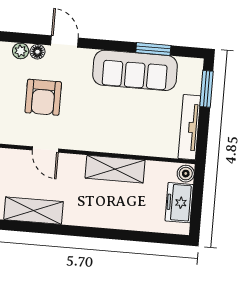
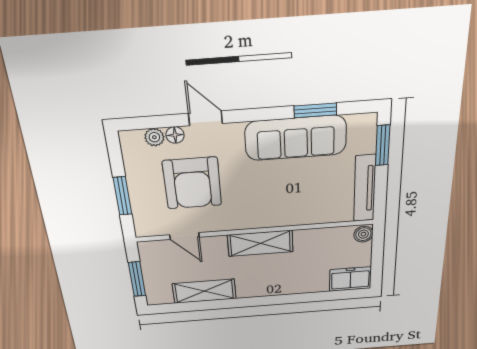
armchair: (43, 97) -> (192, 183), width x1.36, depth x1.36
door: (45, 150) -> (184, 236), moved
shelving: (115, 169) -> (260, 243), moved
freezer: (179, 203) -> (350, 279), moved, turned 90

